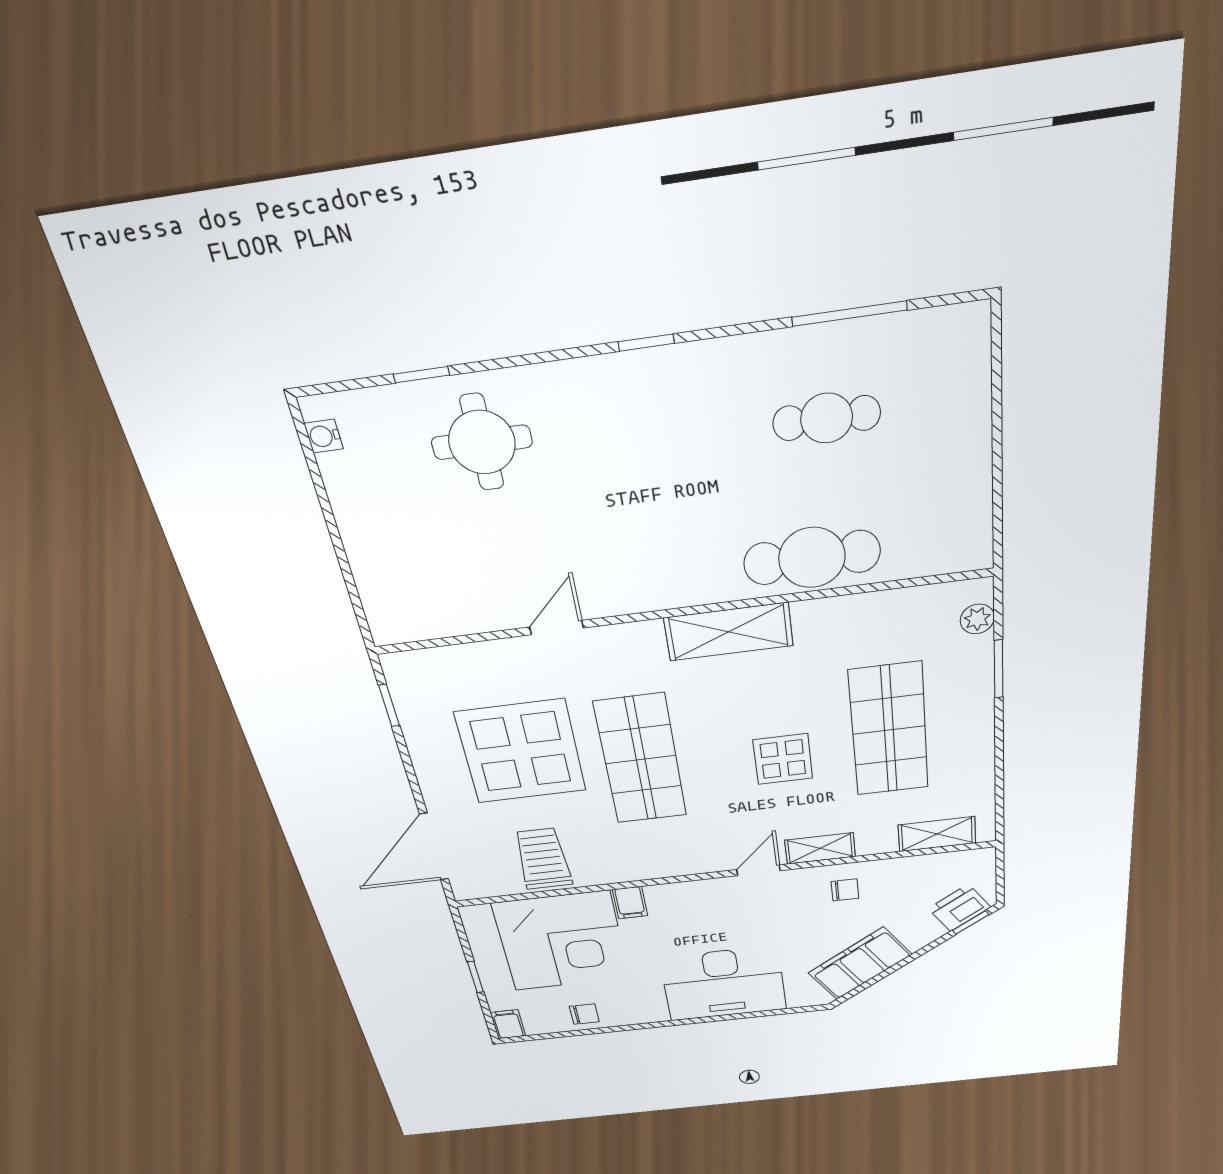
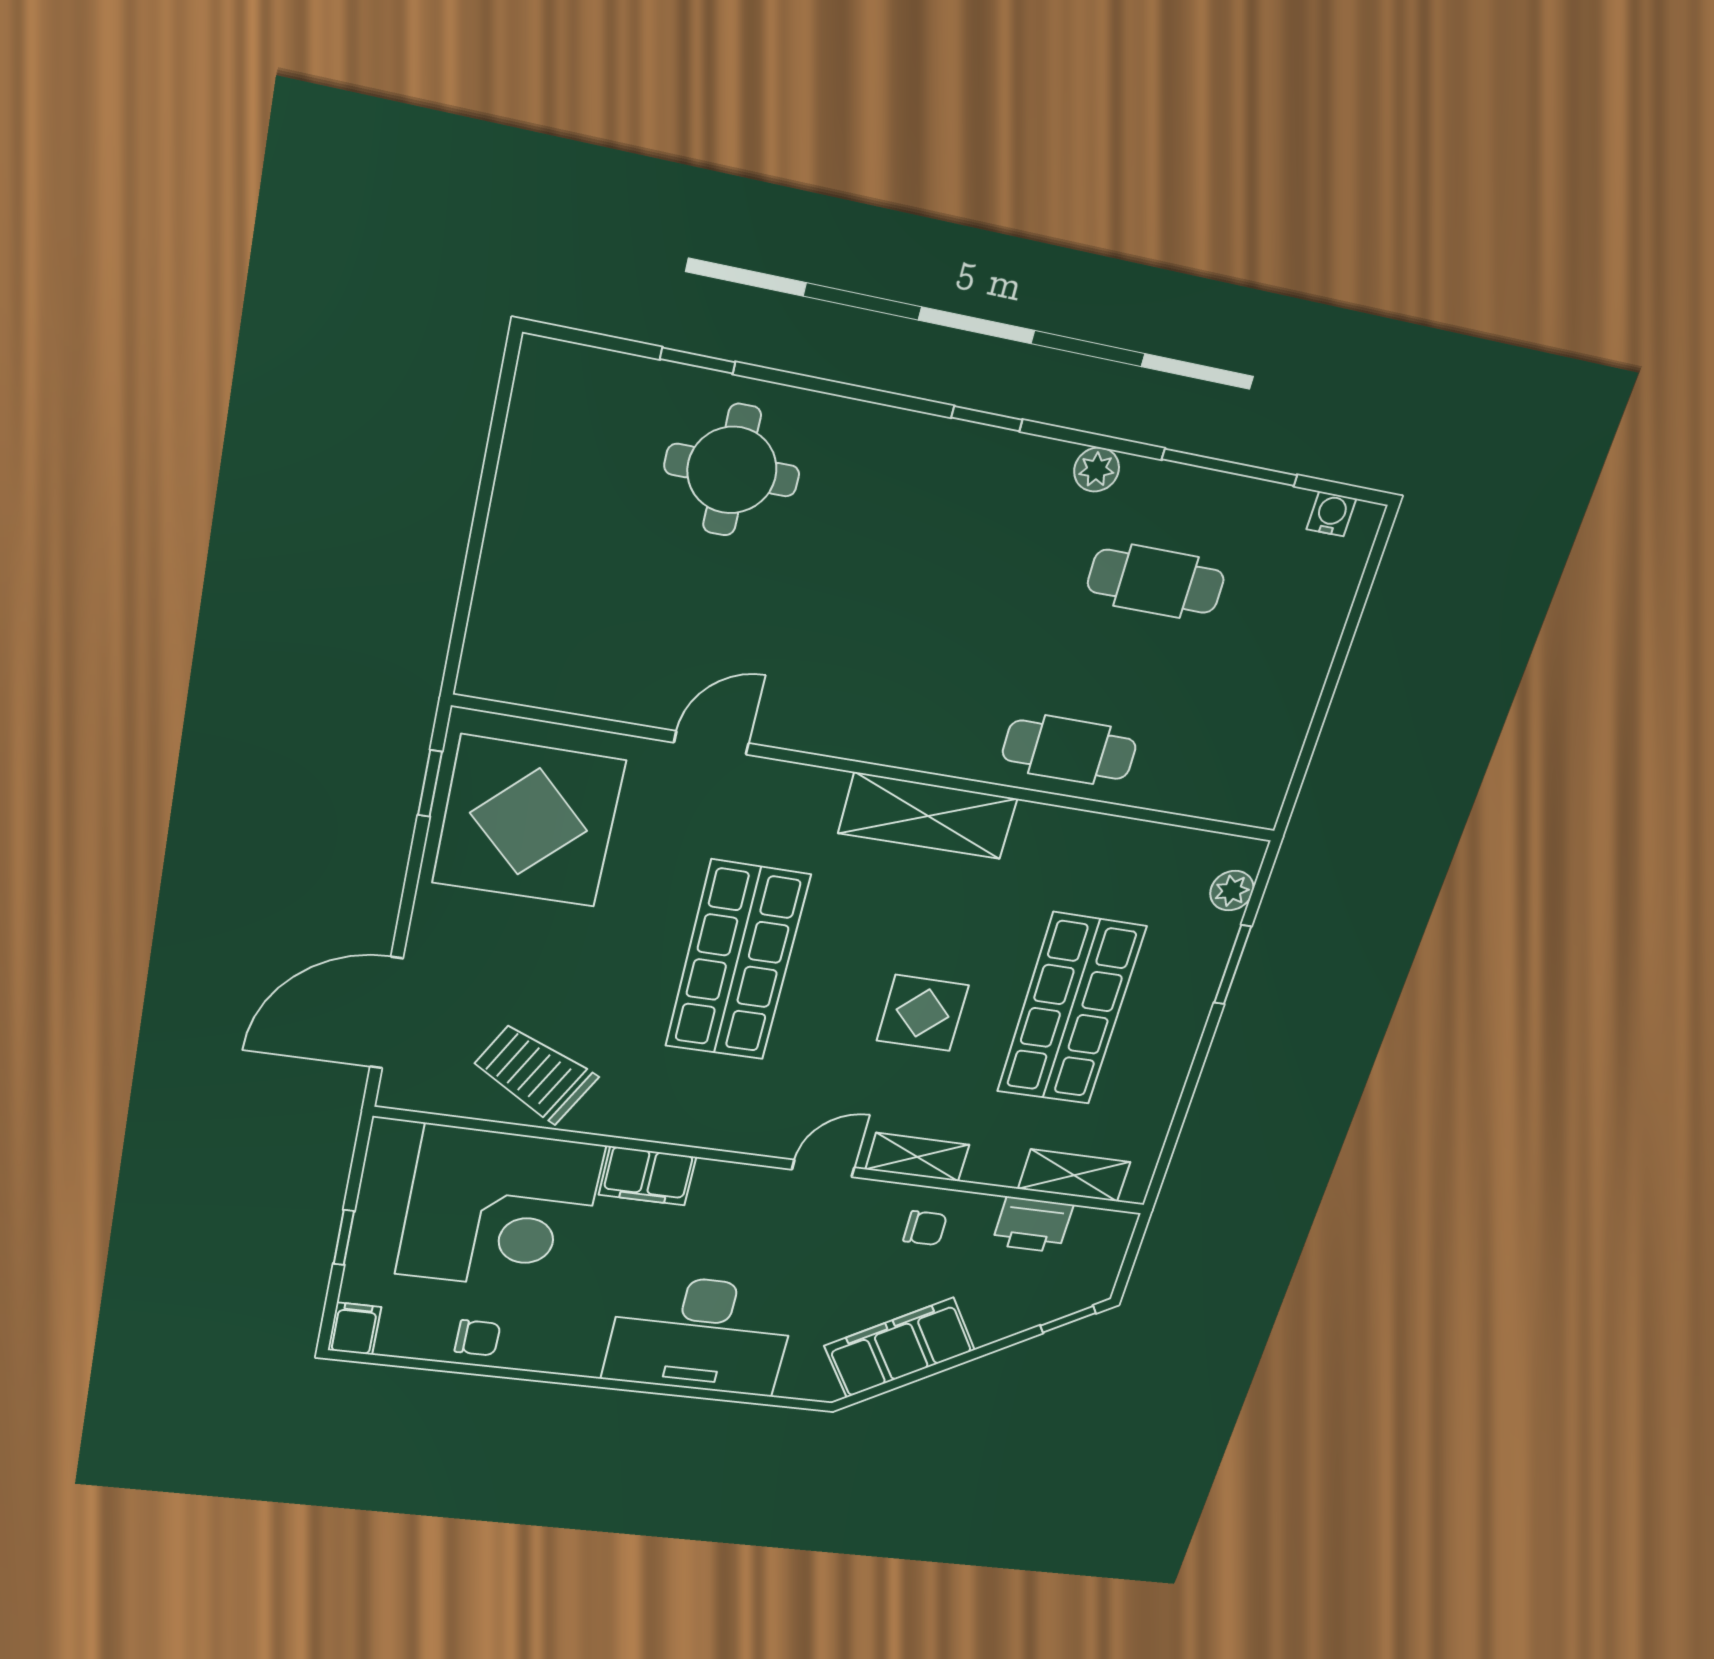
plant: (745, 351) -> (1097, 470), added
water cooler: (324, 436) -> (1331, 514), moved, turned 90
cafe table: (812, 558) -> (1069, 750), width x0.73, depth x0.74
display table: (521, 752) -> (529, 822), moved
trolley: (543, 859) -> (534, 1073), turned -62
filing cabinet: (630, 903) -> (648, 1176), width x2.00
printer: (959, 908) -> (1033, 1225), moved, turned -147

